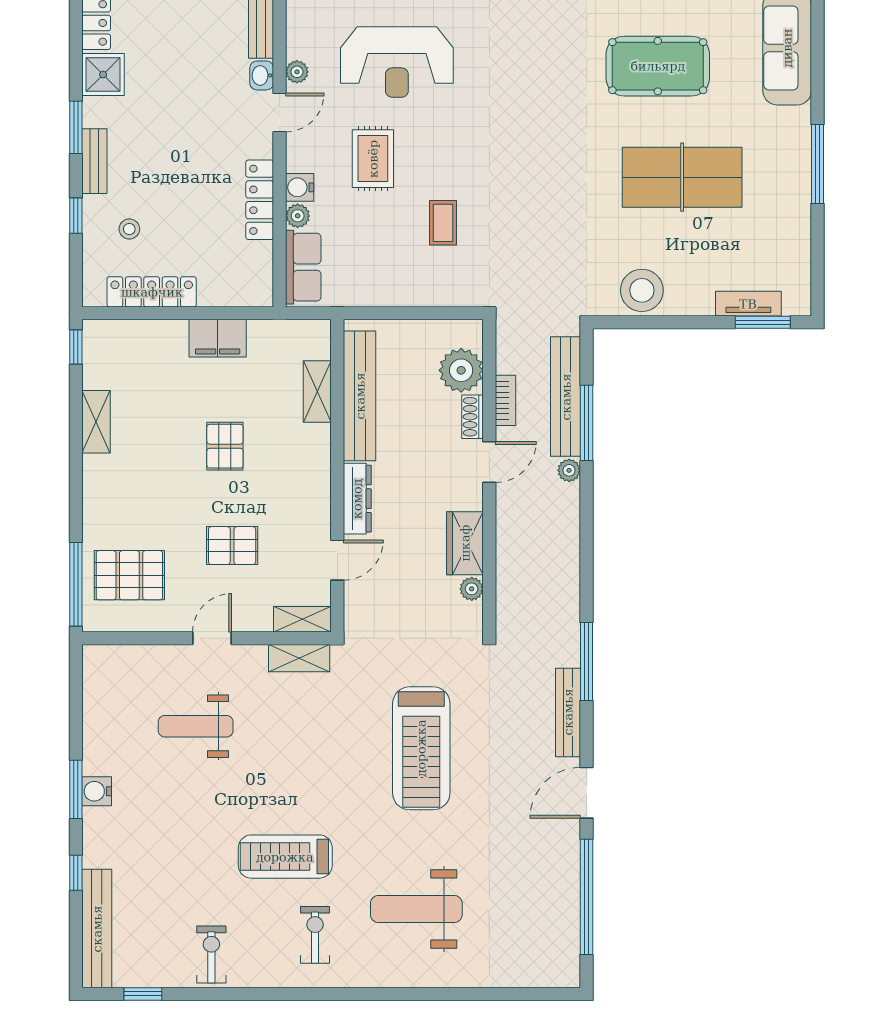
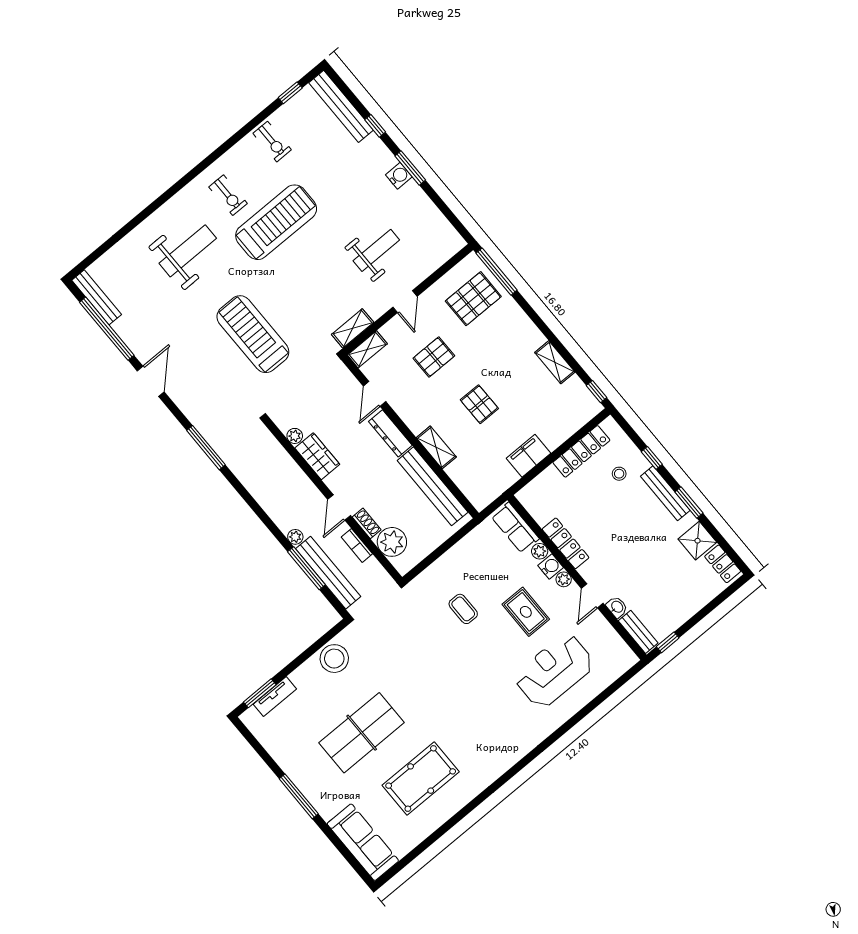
plant: (297, 72) -> (564, 579), moved
bench: (94, 161) -> (665, 493), width x1.36
shelving: (317, 391) -> (436, 447), moved
bench: (568, 712) -> (97, 297), moved
treadmill: (285, 857) -> (276, 222), width x1.37, depth x1.38

